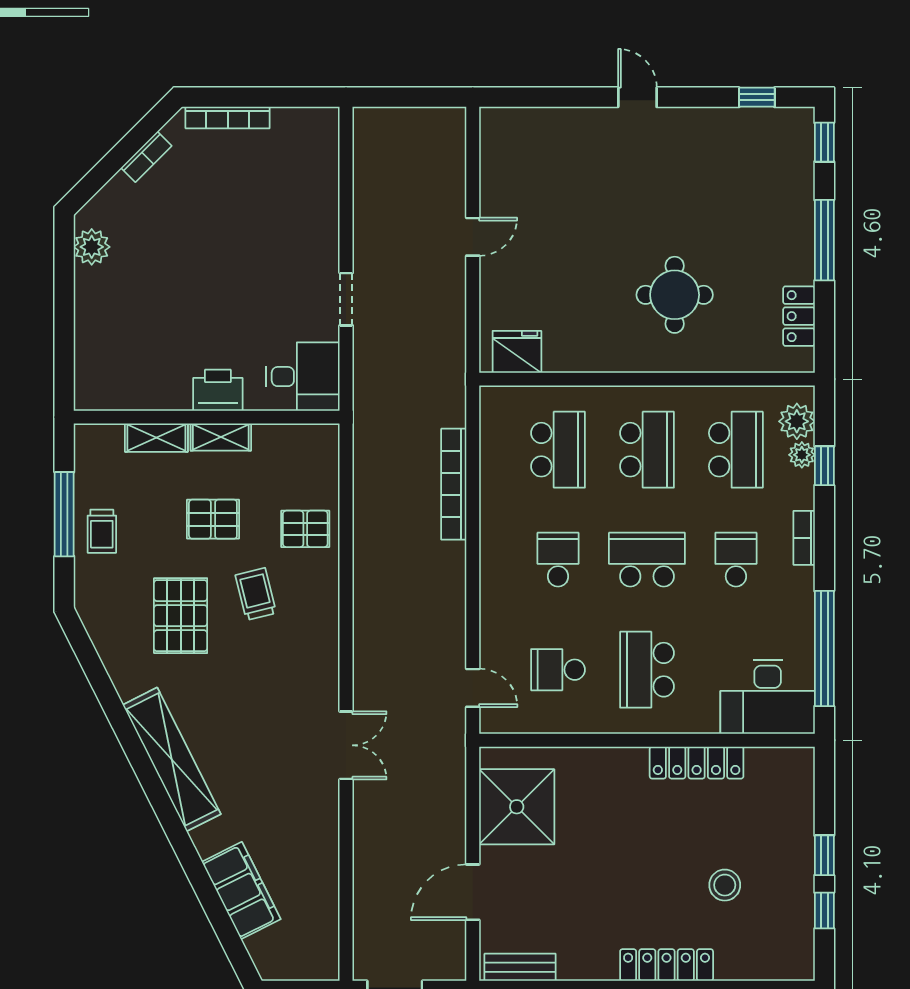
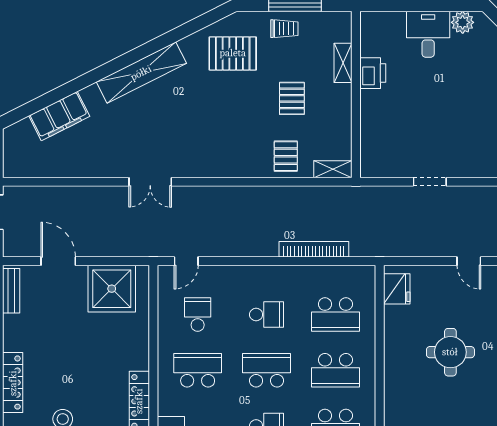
round table: (675, 295) -> (450, 352), moved
desk: (303, 377) -> (428, 34), moved, turned 180
printer: (218, 390) -> (373, 73), moved
shelving: (221, 437) -> (333, 169), moved, turned 90
trolley: (102, 531) -> (284, 29), turned 180
school desk: (647, 560) -> (267, 370), turned -90
trolley: (256, 594) -> (245, 125), removed
pallet: (181, 616) -> (233, 53), moved

